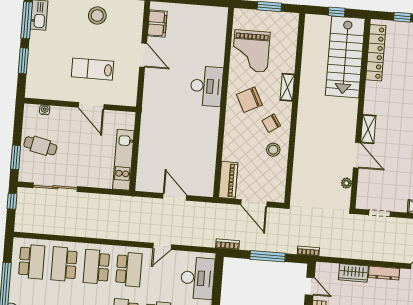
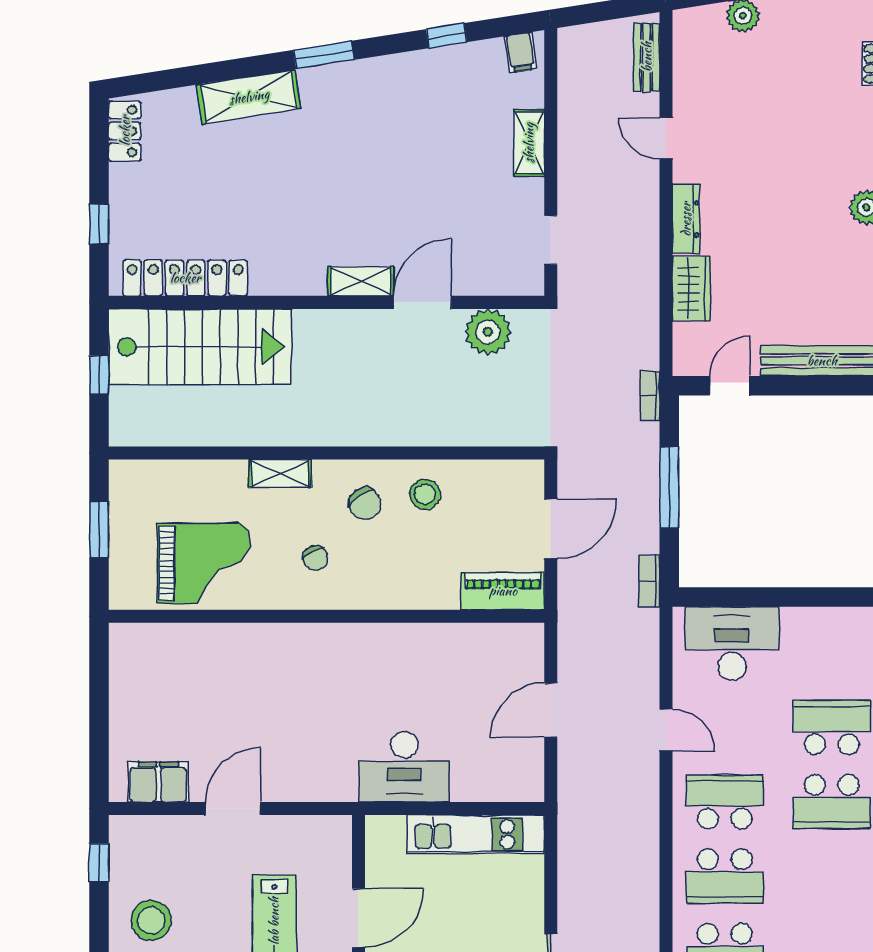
desk: (207, 86) -> (404, 767), moved, turned 180
chair: (249, 100) -> (315, 558), width x0.54, depth x0.54
plant: (346, 183) -> (488, 332), width x1.88, depth x1.88

